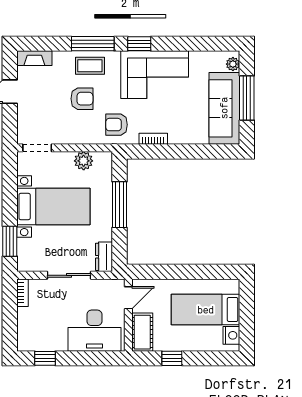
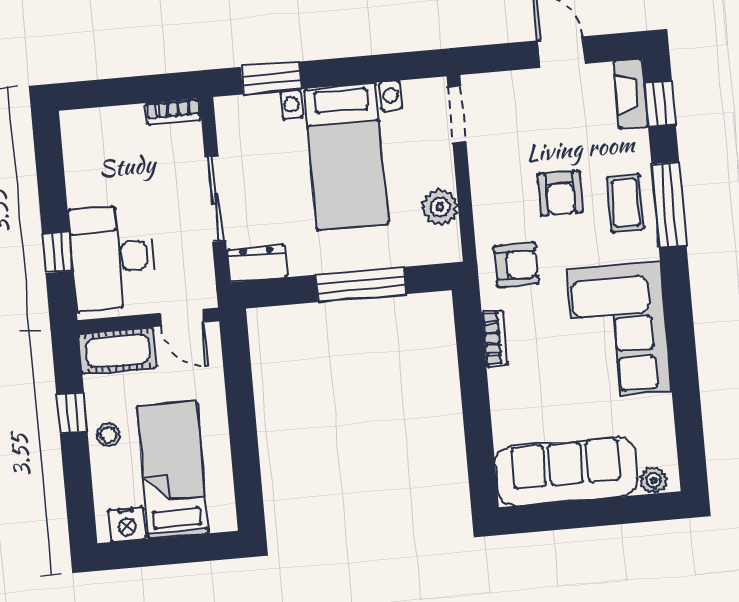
window: (139, 44) -> (660, 104), moved
window: (247, 98) -> (590, 513), removed
armchair: (117, 125) -> (516, 265), turned 90
stool: (185, 341) -> (108, 435), added
window: (45, 358) -> (58, 252), moved

